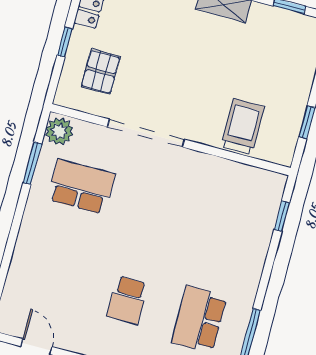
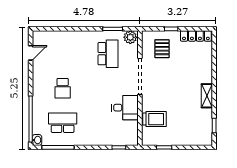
pallet: (101, 72) -> (162, 49), turned 90
desk: (203, 182) -> (125, 108), added
school desk: (127, 300) -> (63, 88), turned -90

